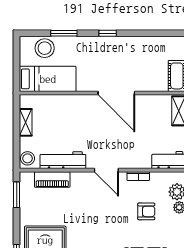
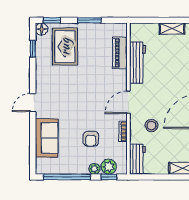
stool: (28, 158) -> (152, 126), moved
window: (17, 195) -> (89, 20), moved

